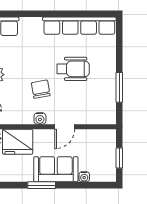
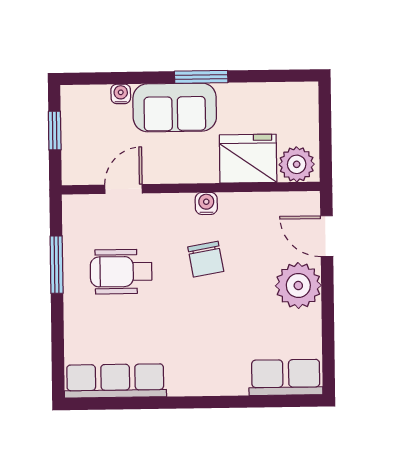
row of seats: (79, 26) -> (115, 381), width x0.73
wheelchair: (73, 69) -> (121, 272), moved
door: (65, 127) -> (123, 189), moved

